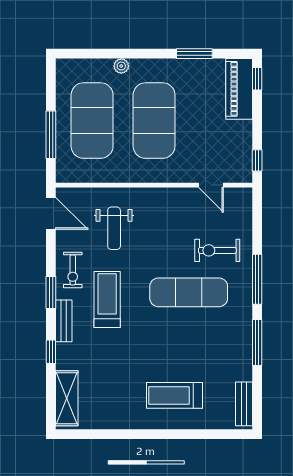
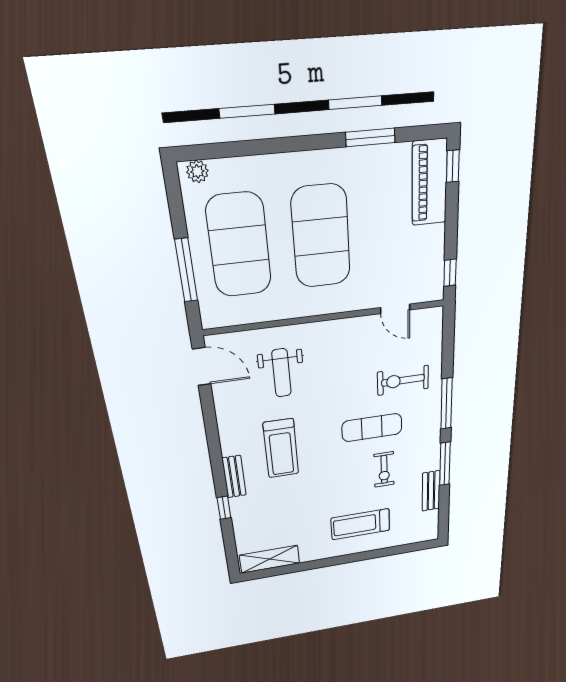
plant: (121, 66) -> (197, 171), moved
exercise bike: (73, 270) -> (384, 469), moved
window: (51, 292) -> (215, 451), removed
exercise mat: (189, 292) -> (372, 428), width x0.73, depth x0.69
treadmill: (107, 300) -> (281, 448), turned 180
shelving: (67, 398) -> (270, 559), moved, turned 90
bench: (244, 404) -> (431, 491), moved

